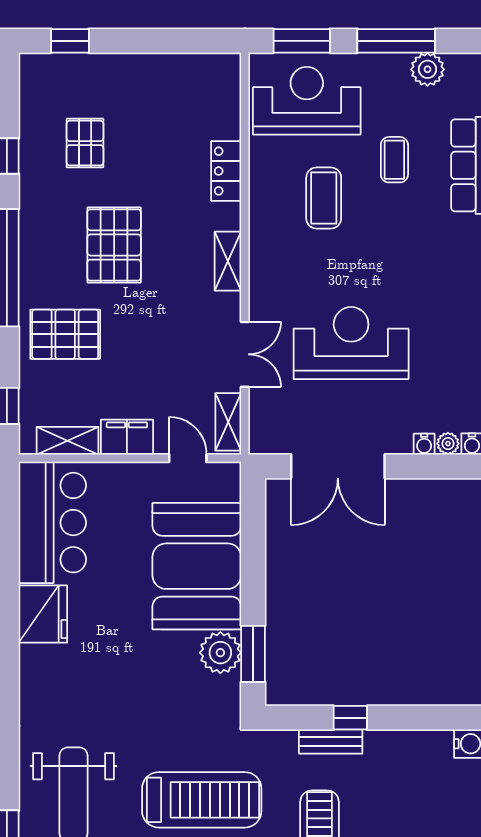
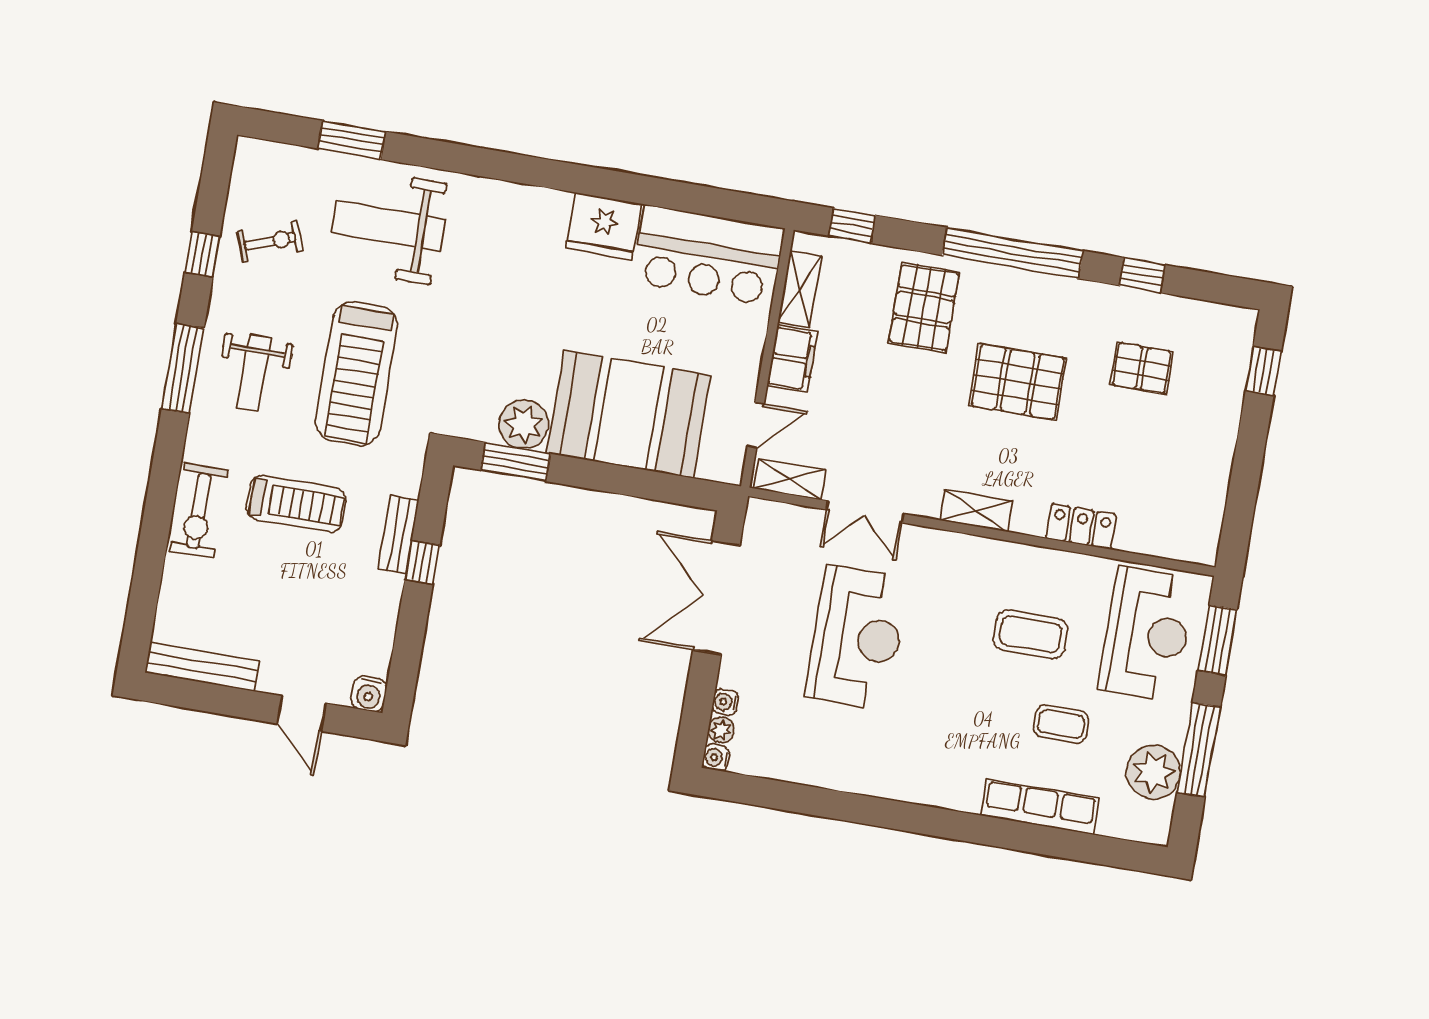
plant: (427, 69) -> (1154, 772), width x1.36, depth x1.36

